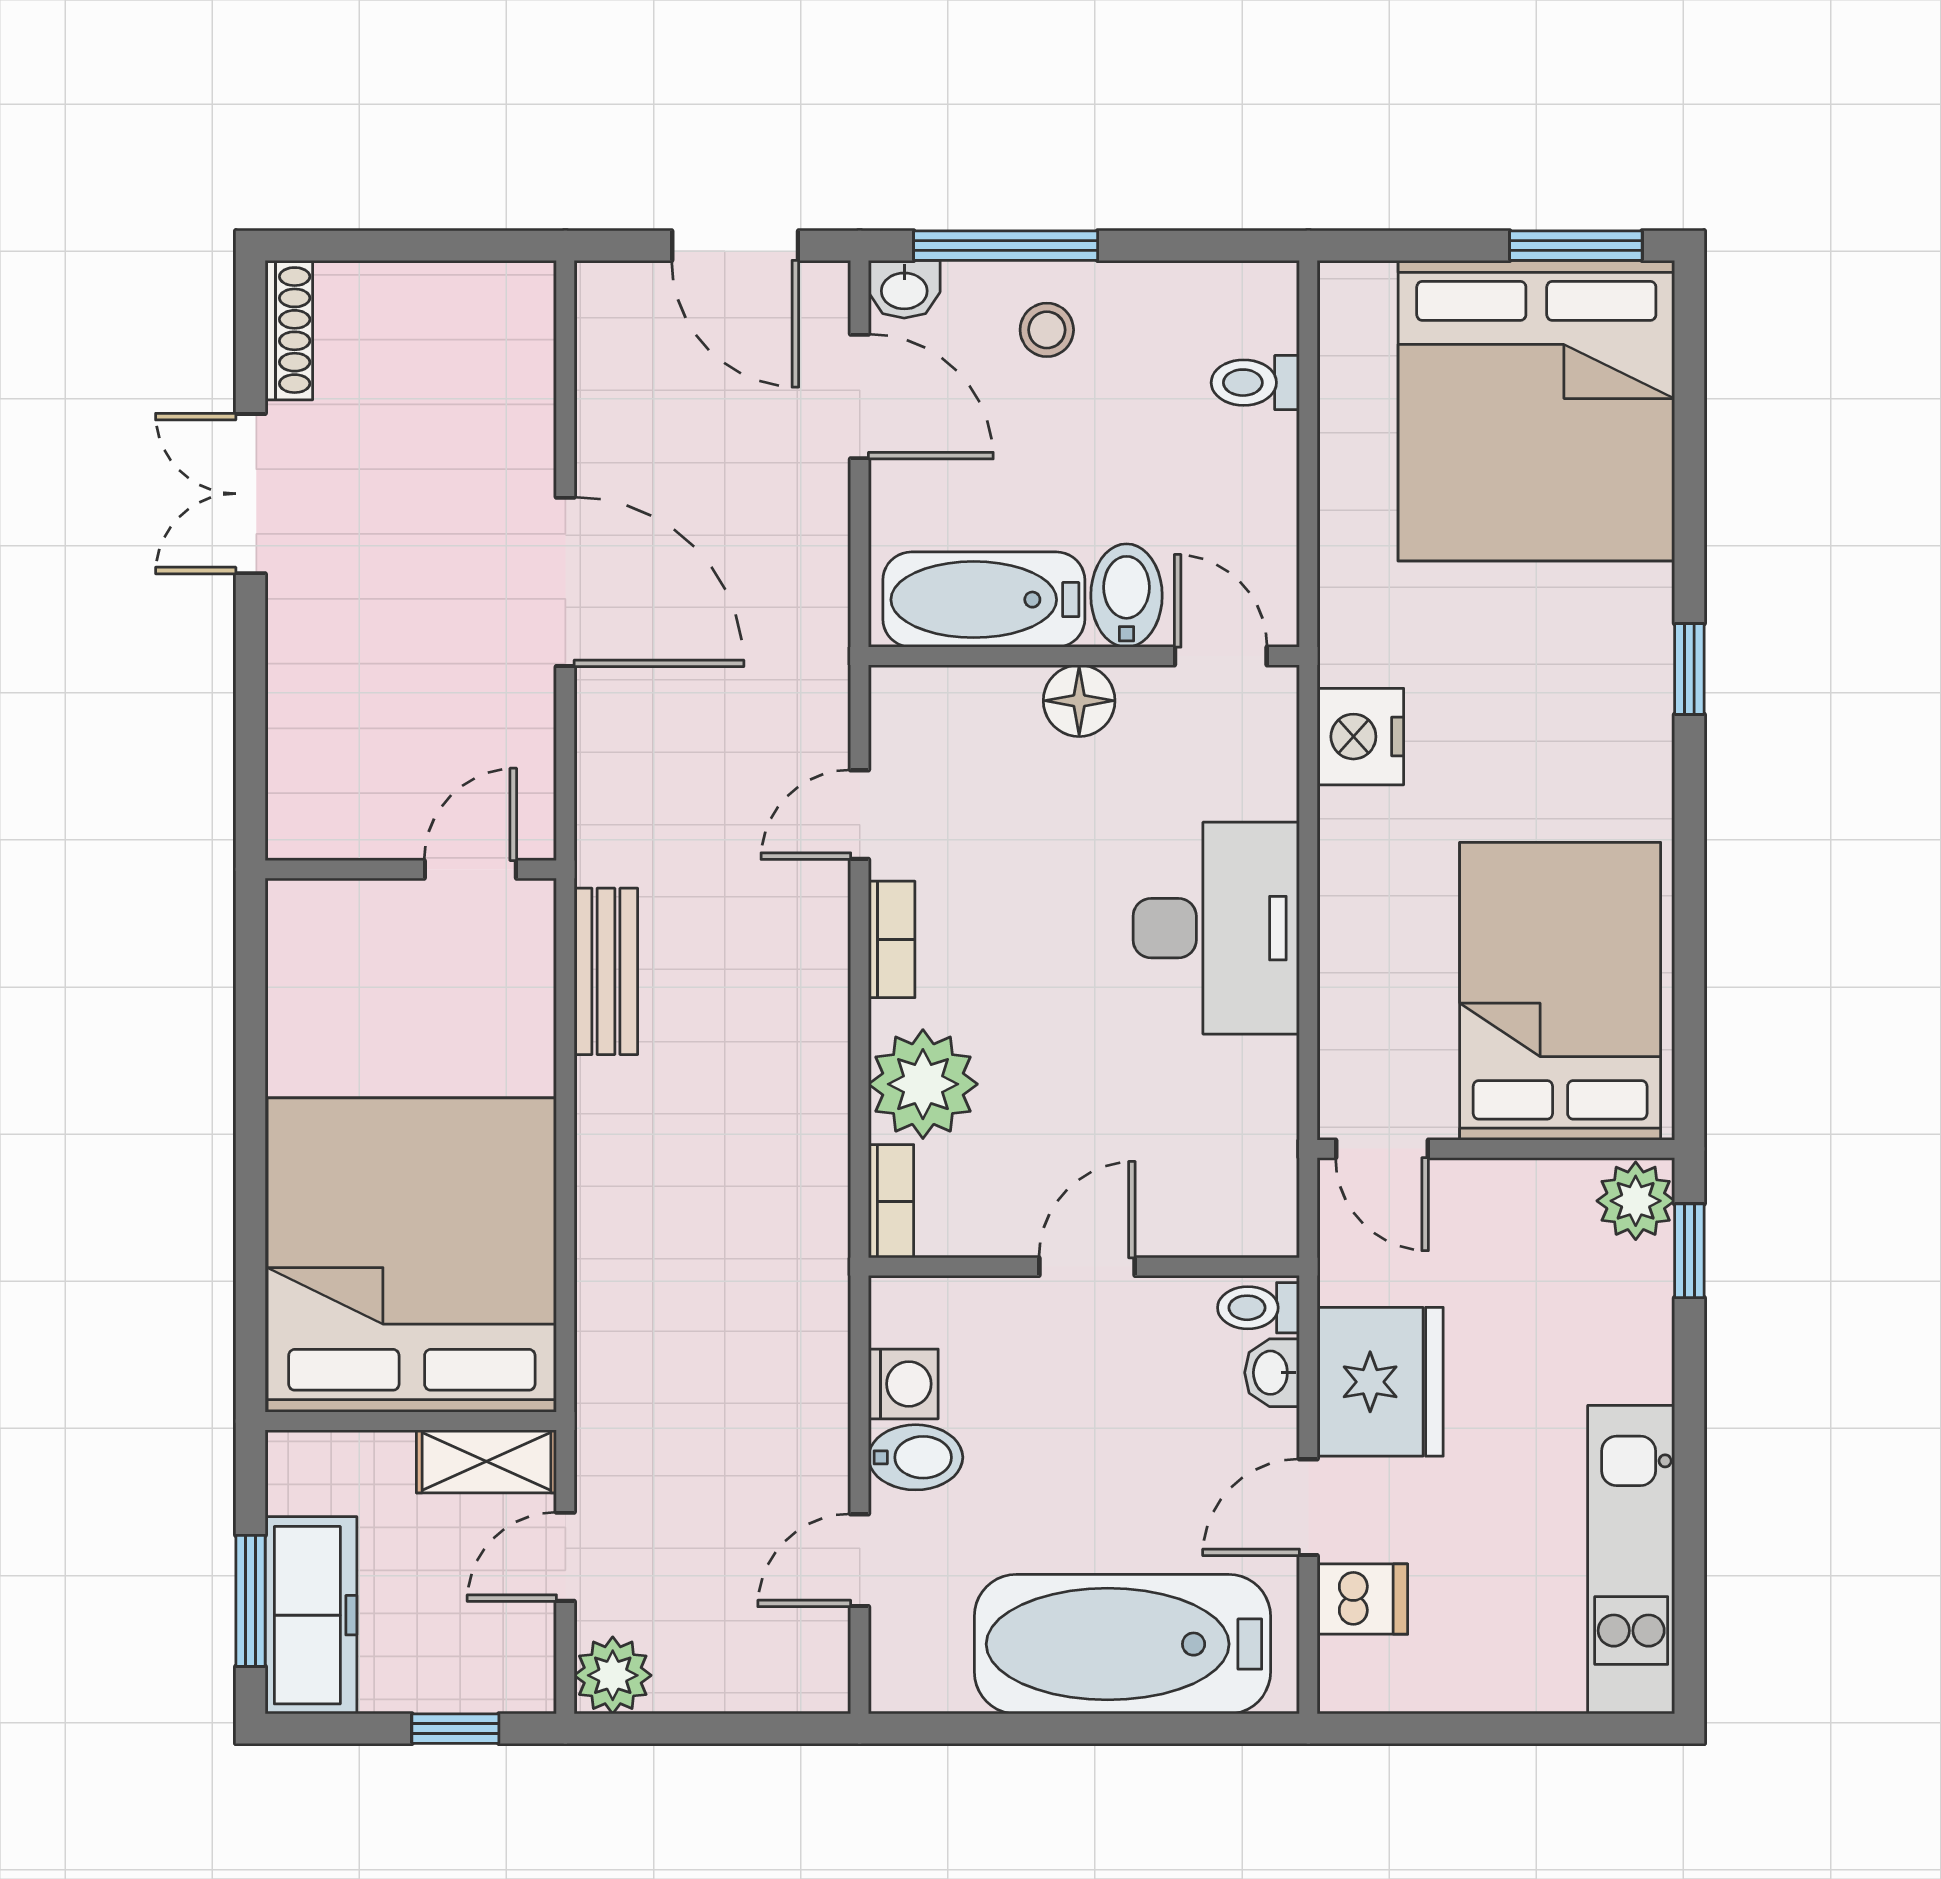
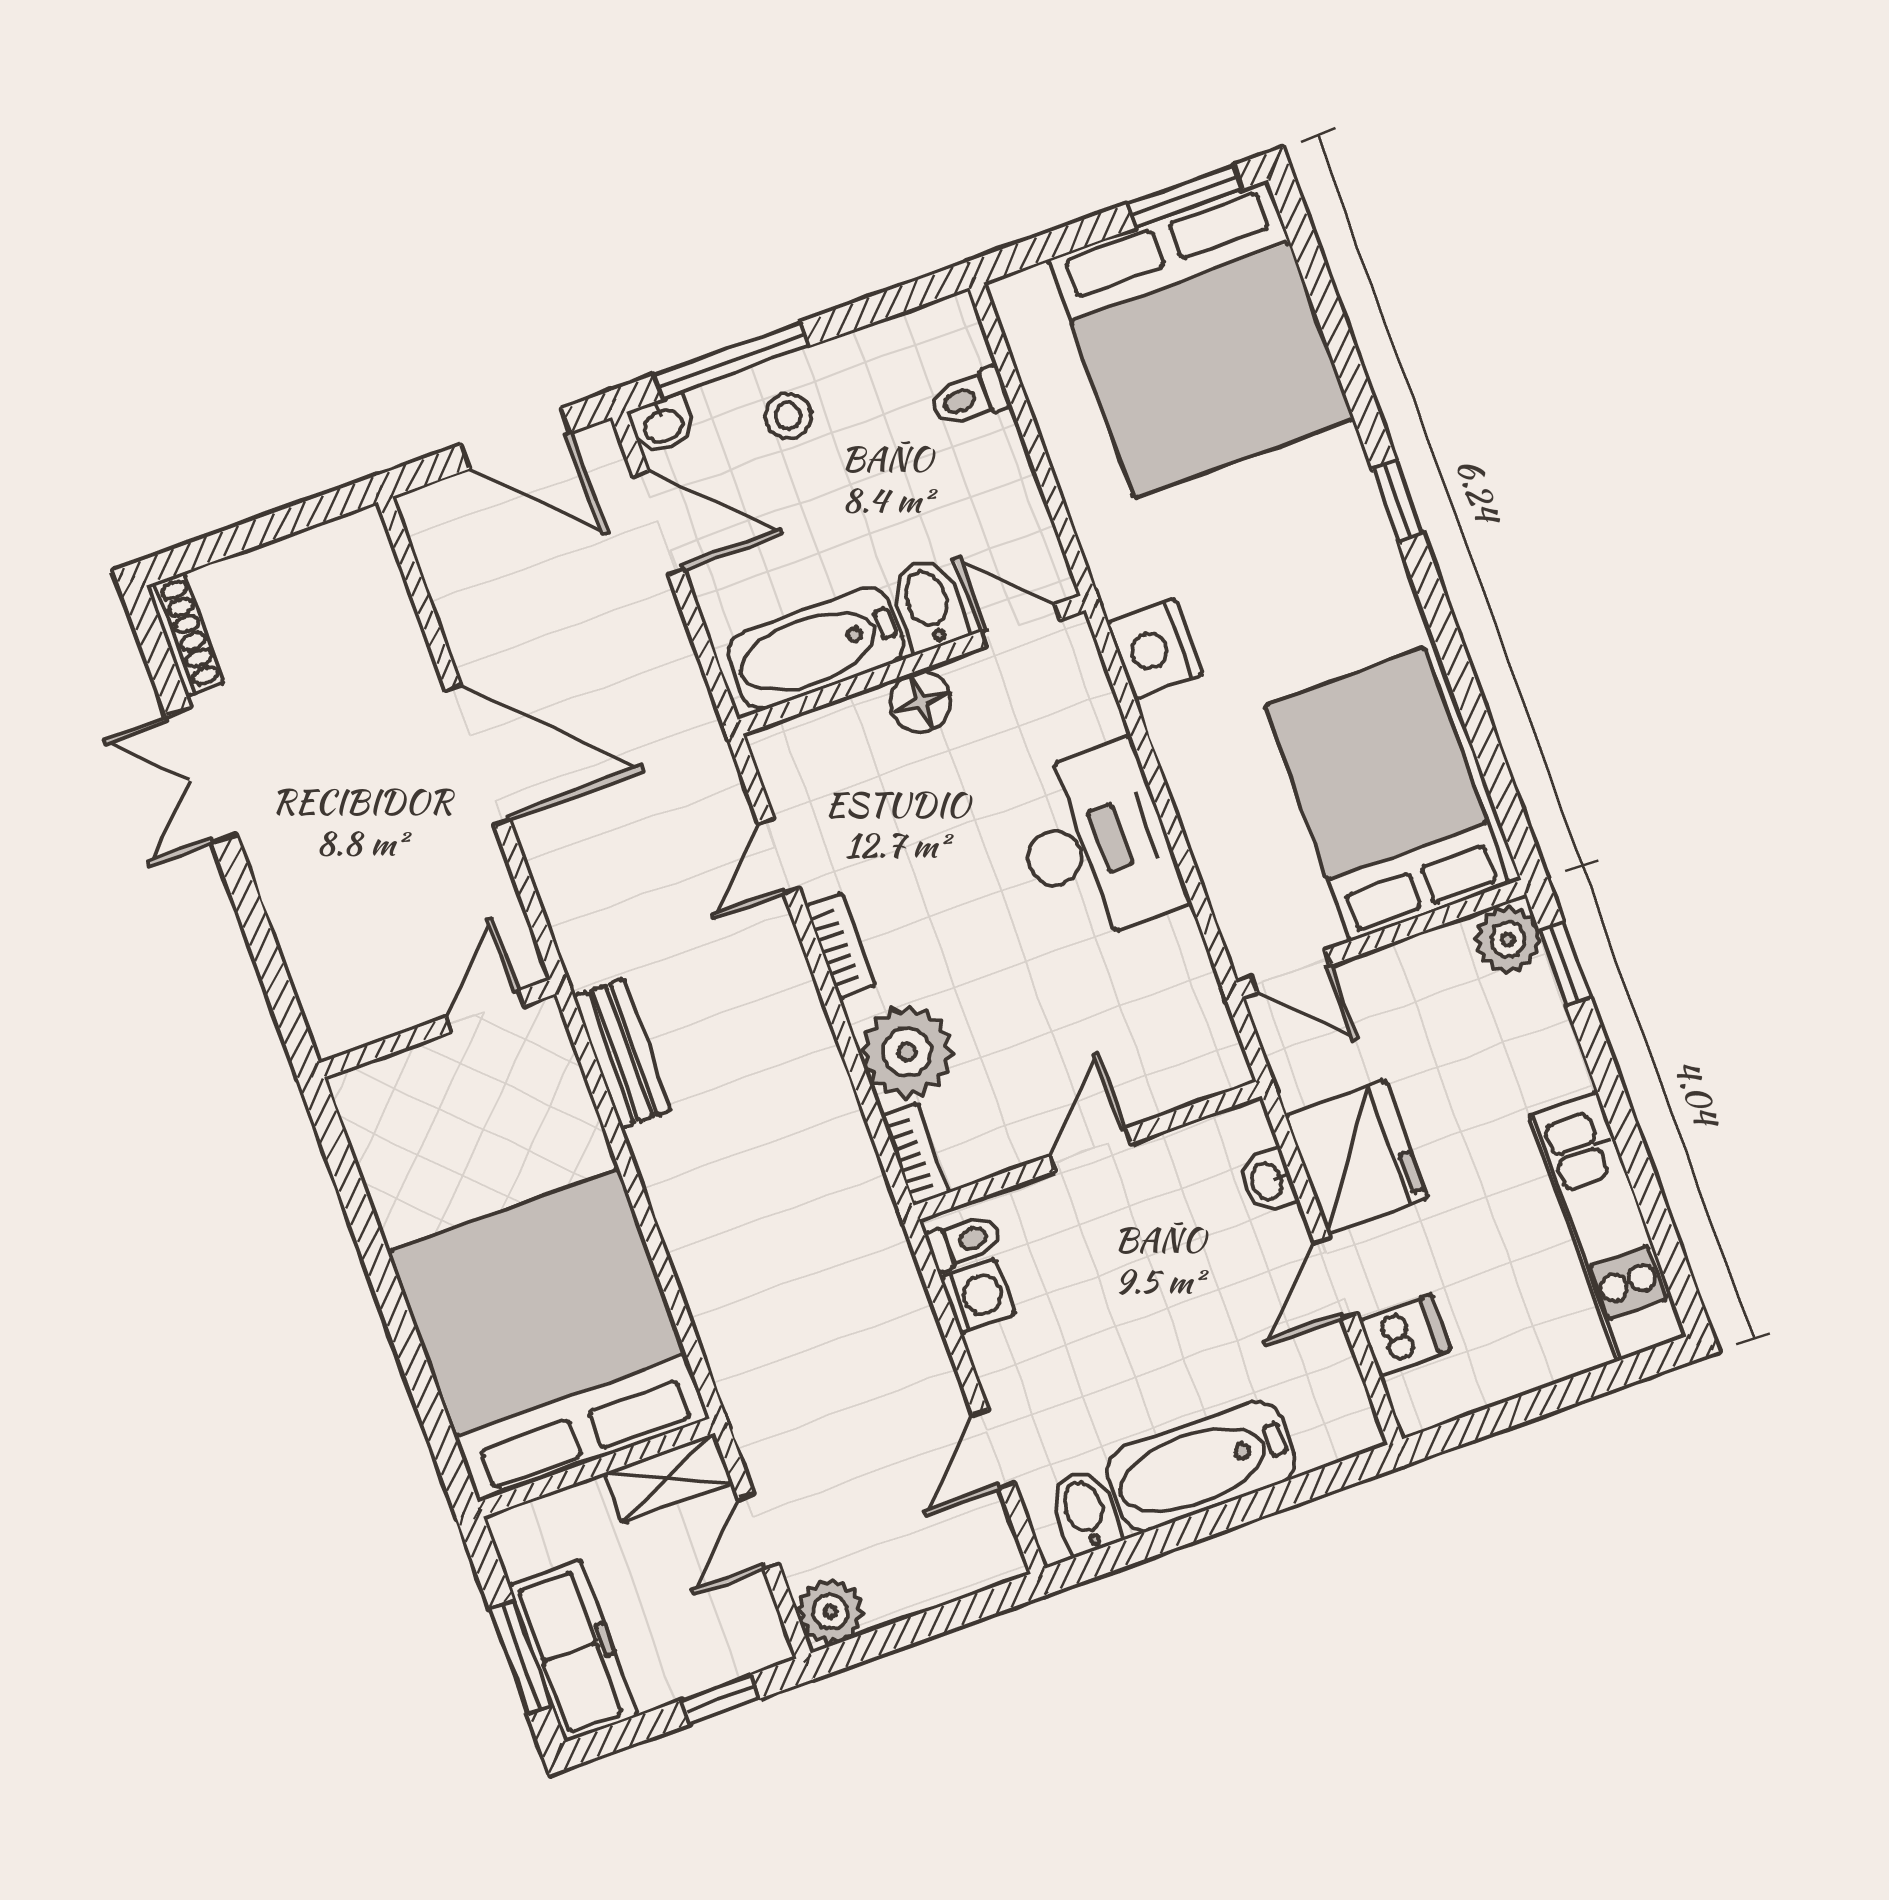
toilet: (1258, 1308) -> (964, 1242), moved, turned 180
bidet: (916, 1457) -> (1085, 1512), moved, turned -90
bathtub: (1122, 1644) -> (1201, 1466), width x0.73, depth x0.73

